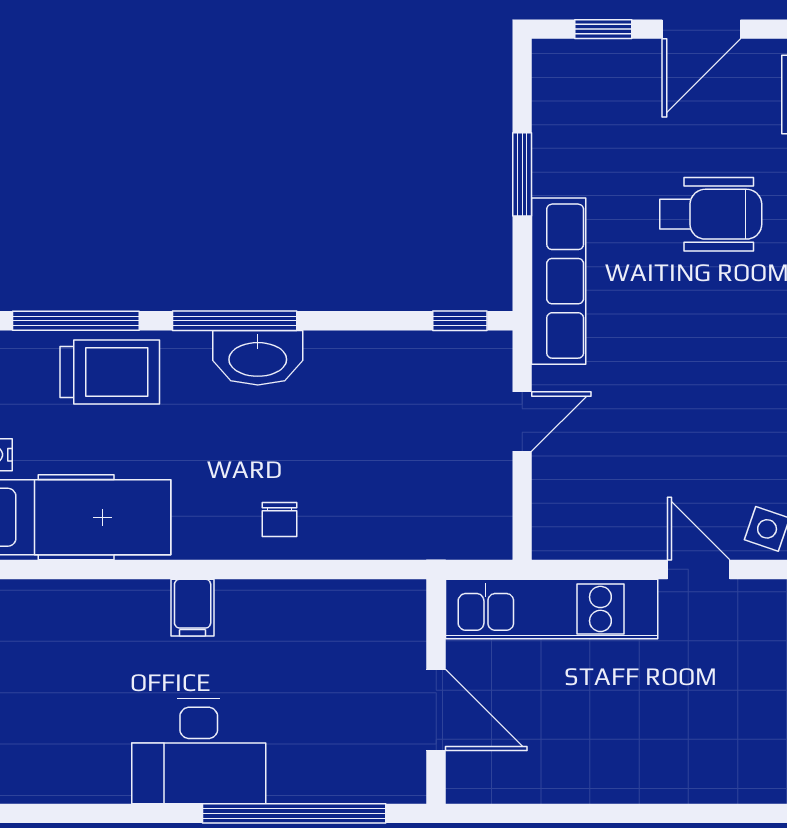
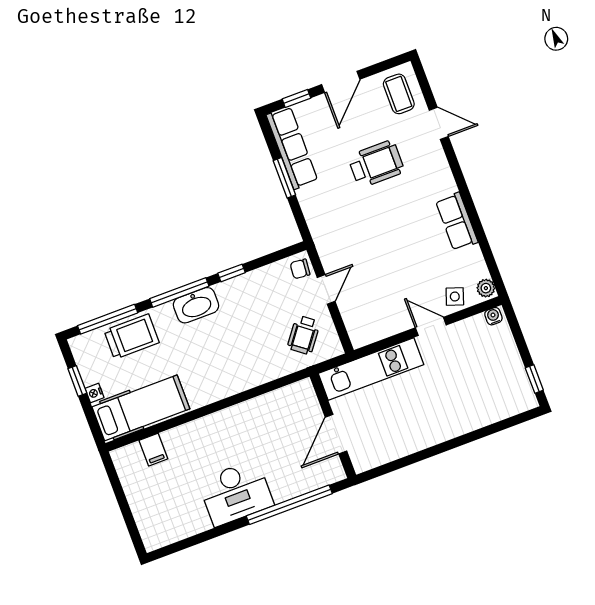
row of seats: (559, 281) -> (292, 148), moved
window: (460, 321) -> (231, 273), moved
wheelchair: (445, 494) -> (304, 335), added
chair: (279, 519) -> (300, 269), moved, turned 95
filing cabinet: (193, 608) -> (153, 450), moved
door: (436, 710) -> (336, 434), swing flipped

